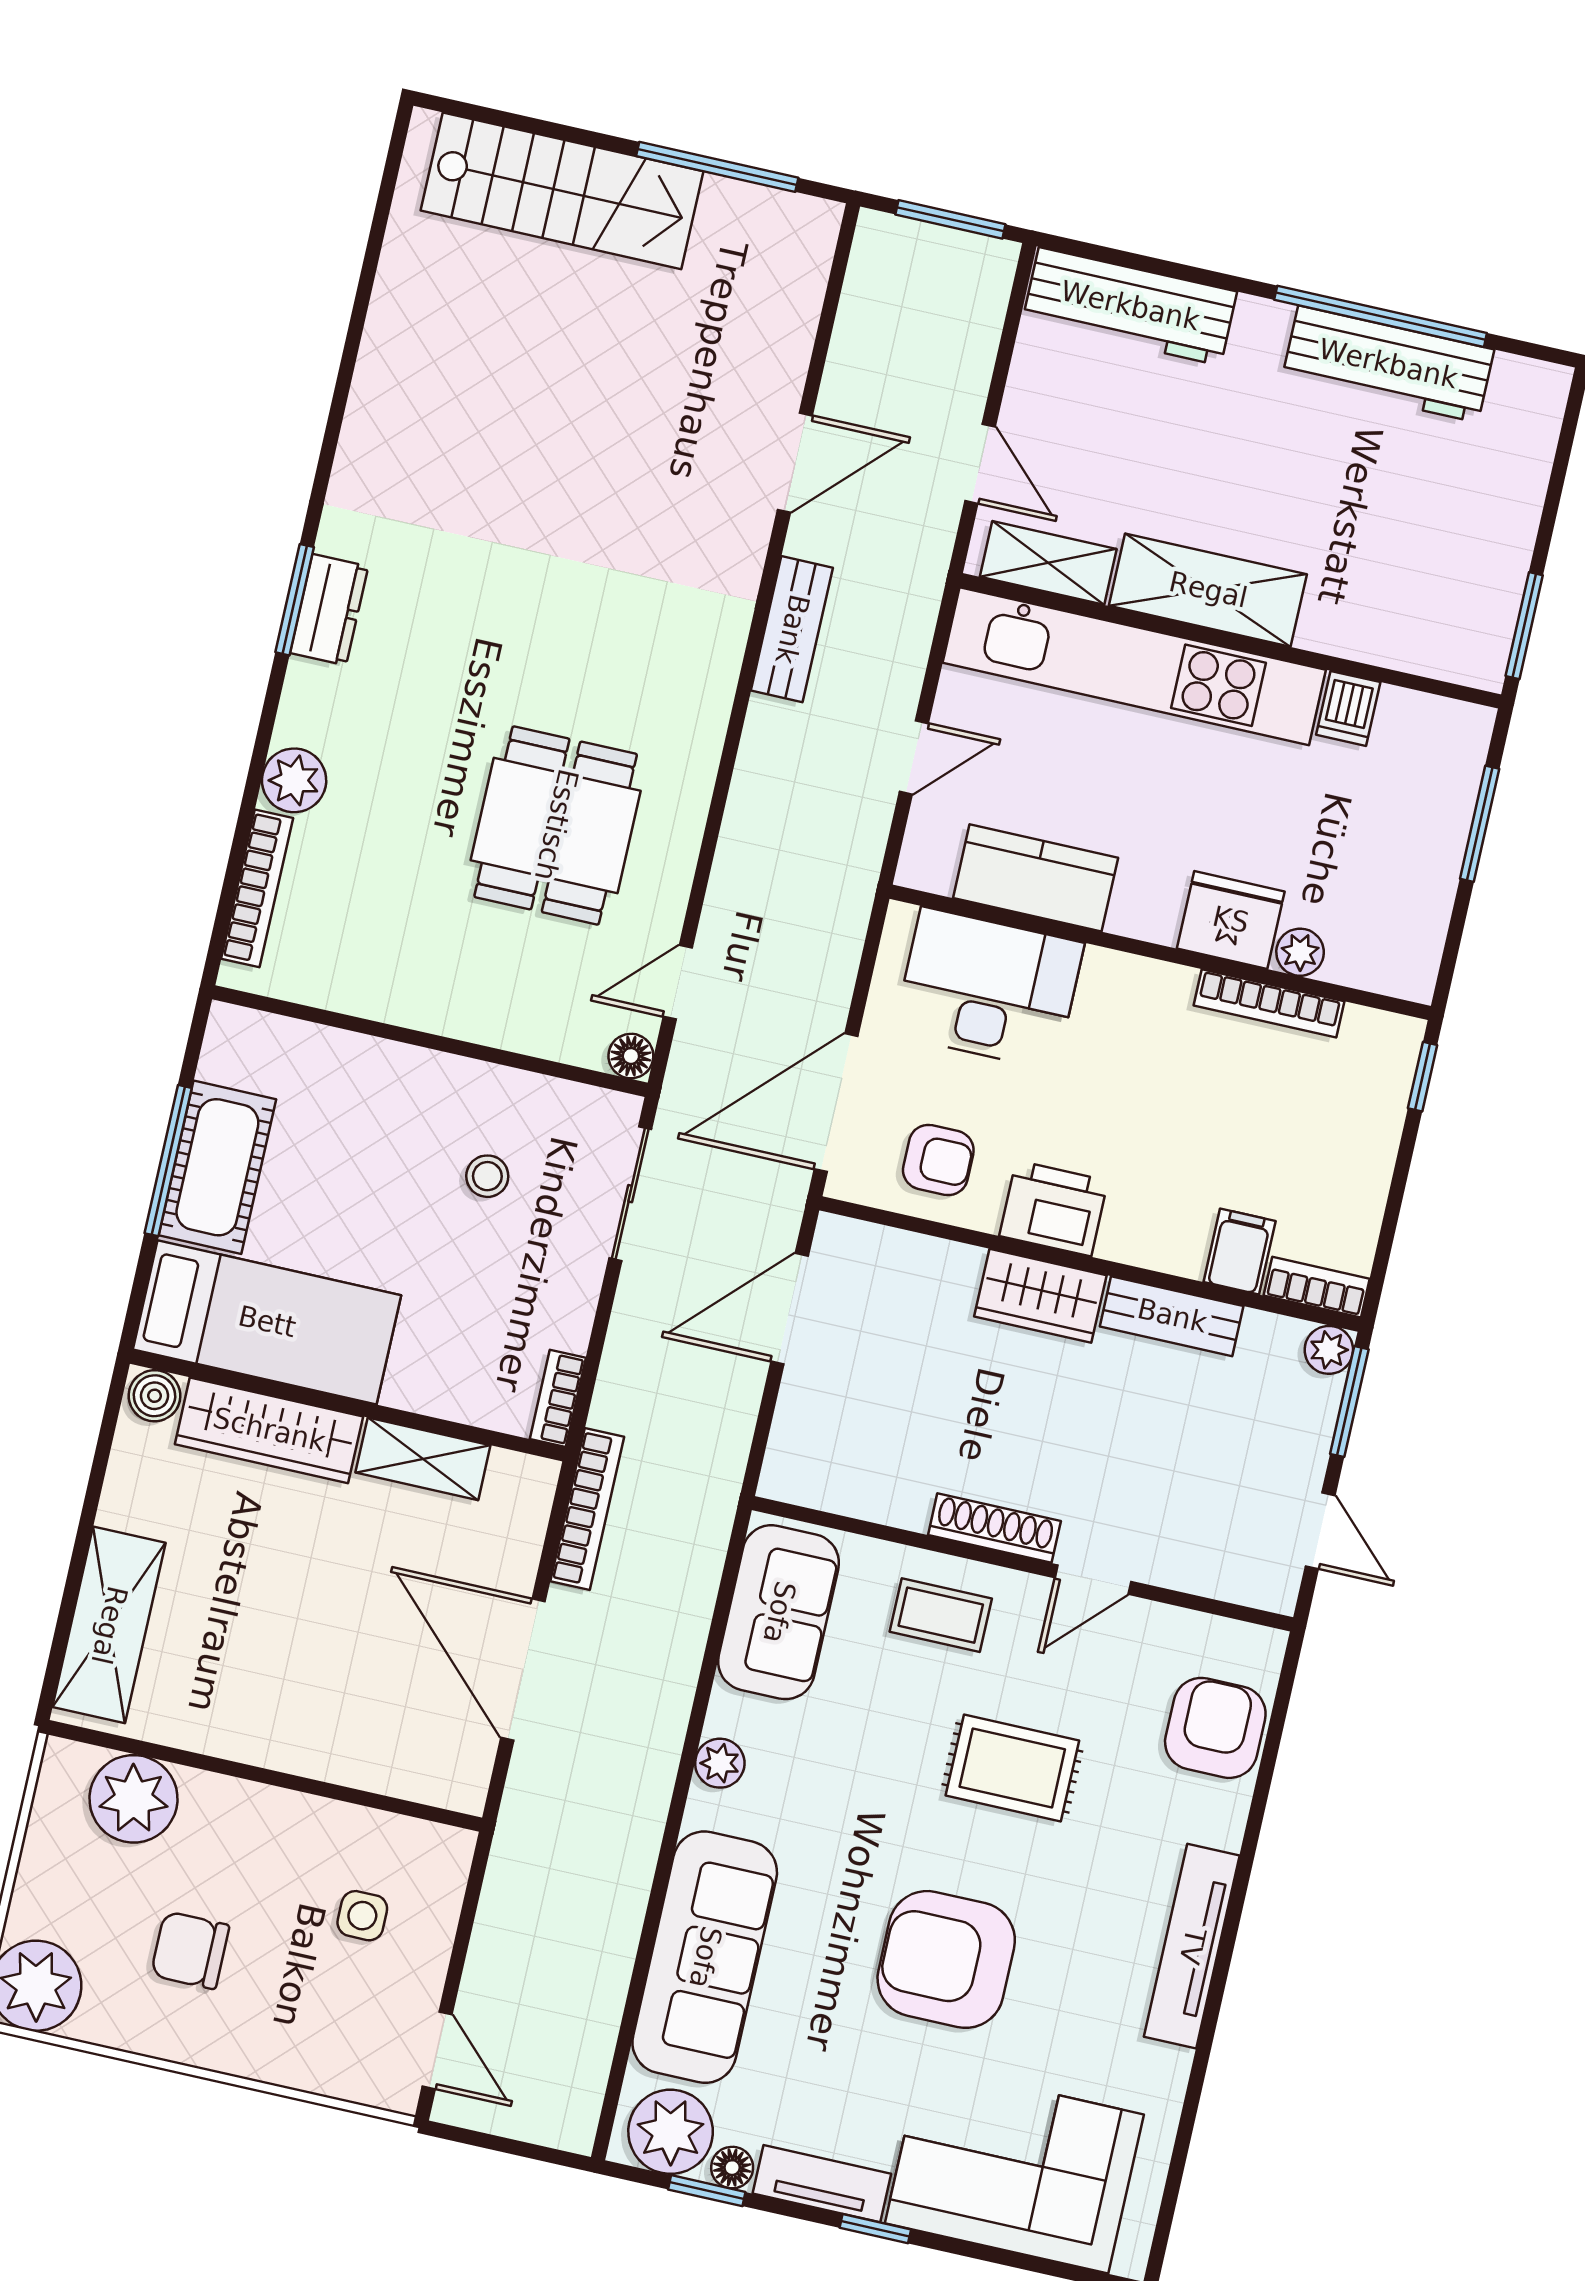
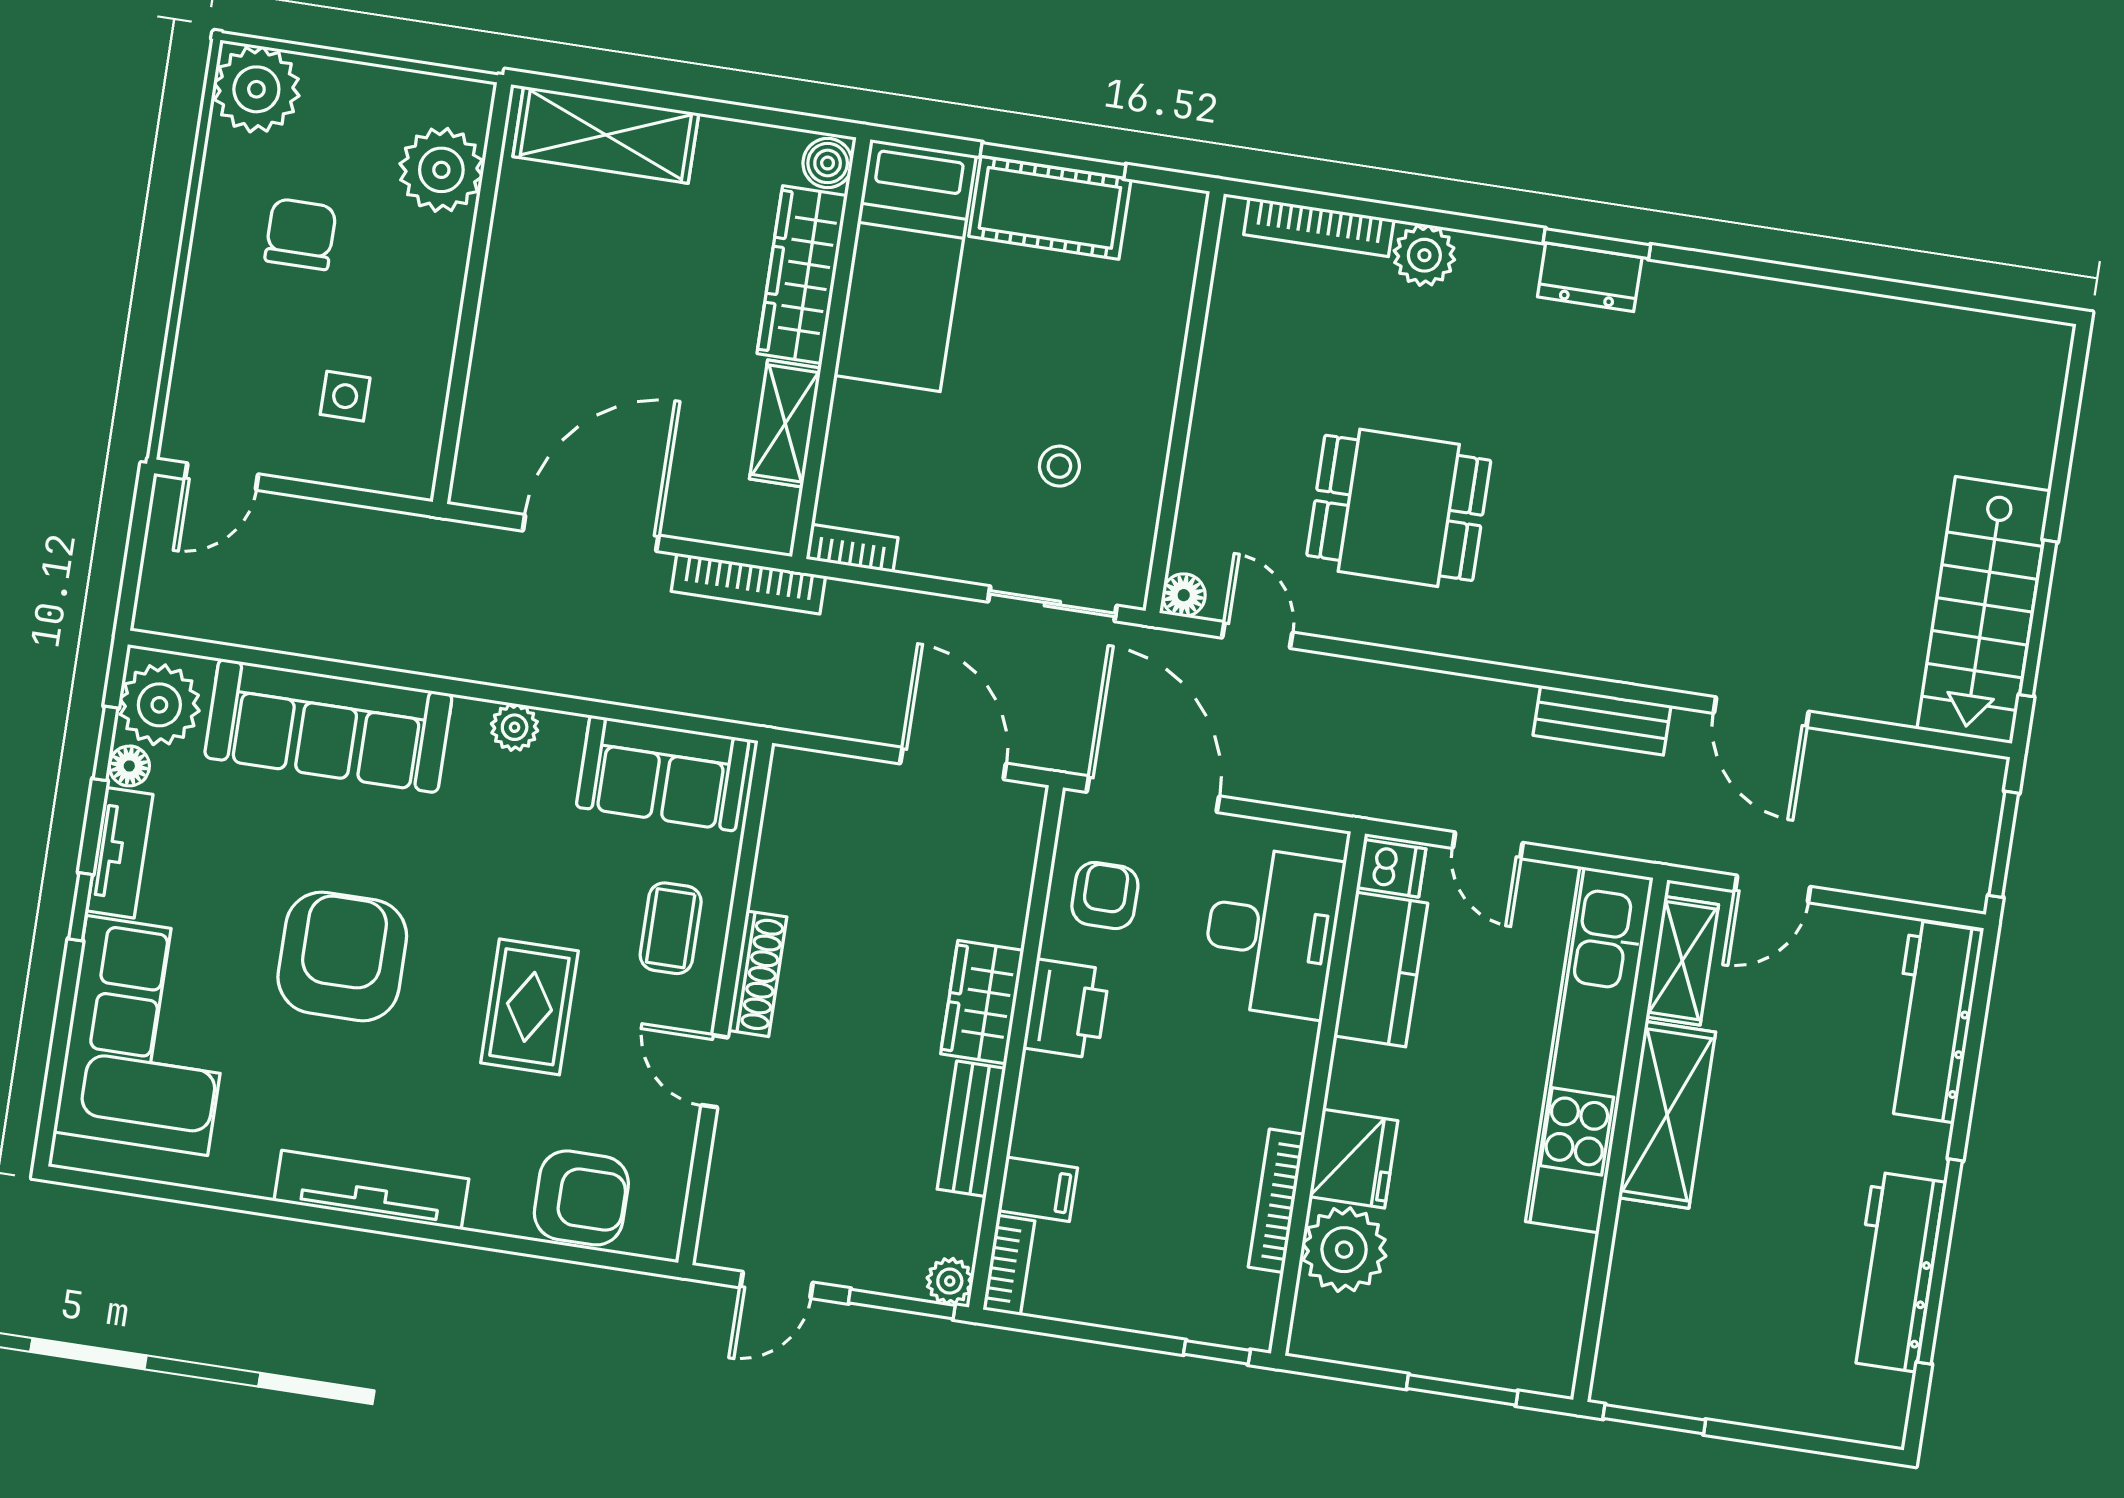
stairs: (562, 191) -> (1984, 610), moved
dishwasher: (1348, 708) -> (1391, 868), moved, turned 180
plant: (1300, 952) -> (1344, 1250), width x1.88, depth x1.88
armchair: (938, 1160) -> (1105, 896), turned 180

